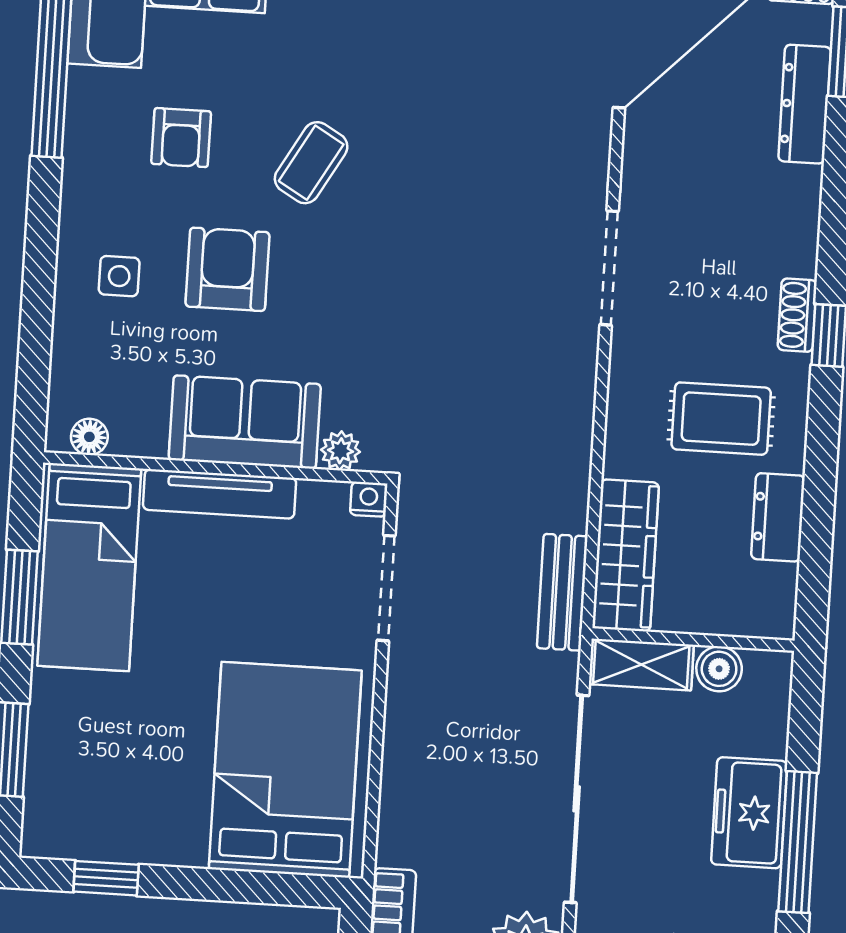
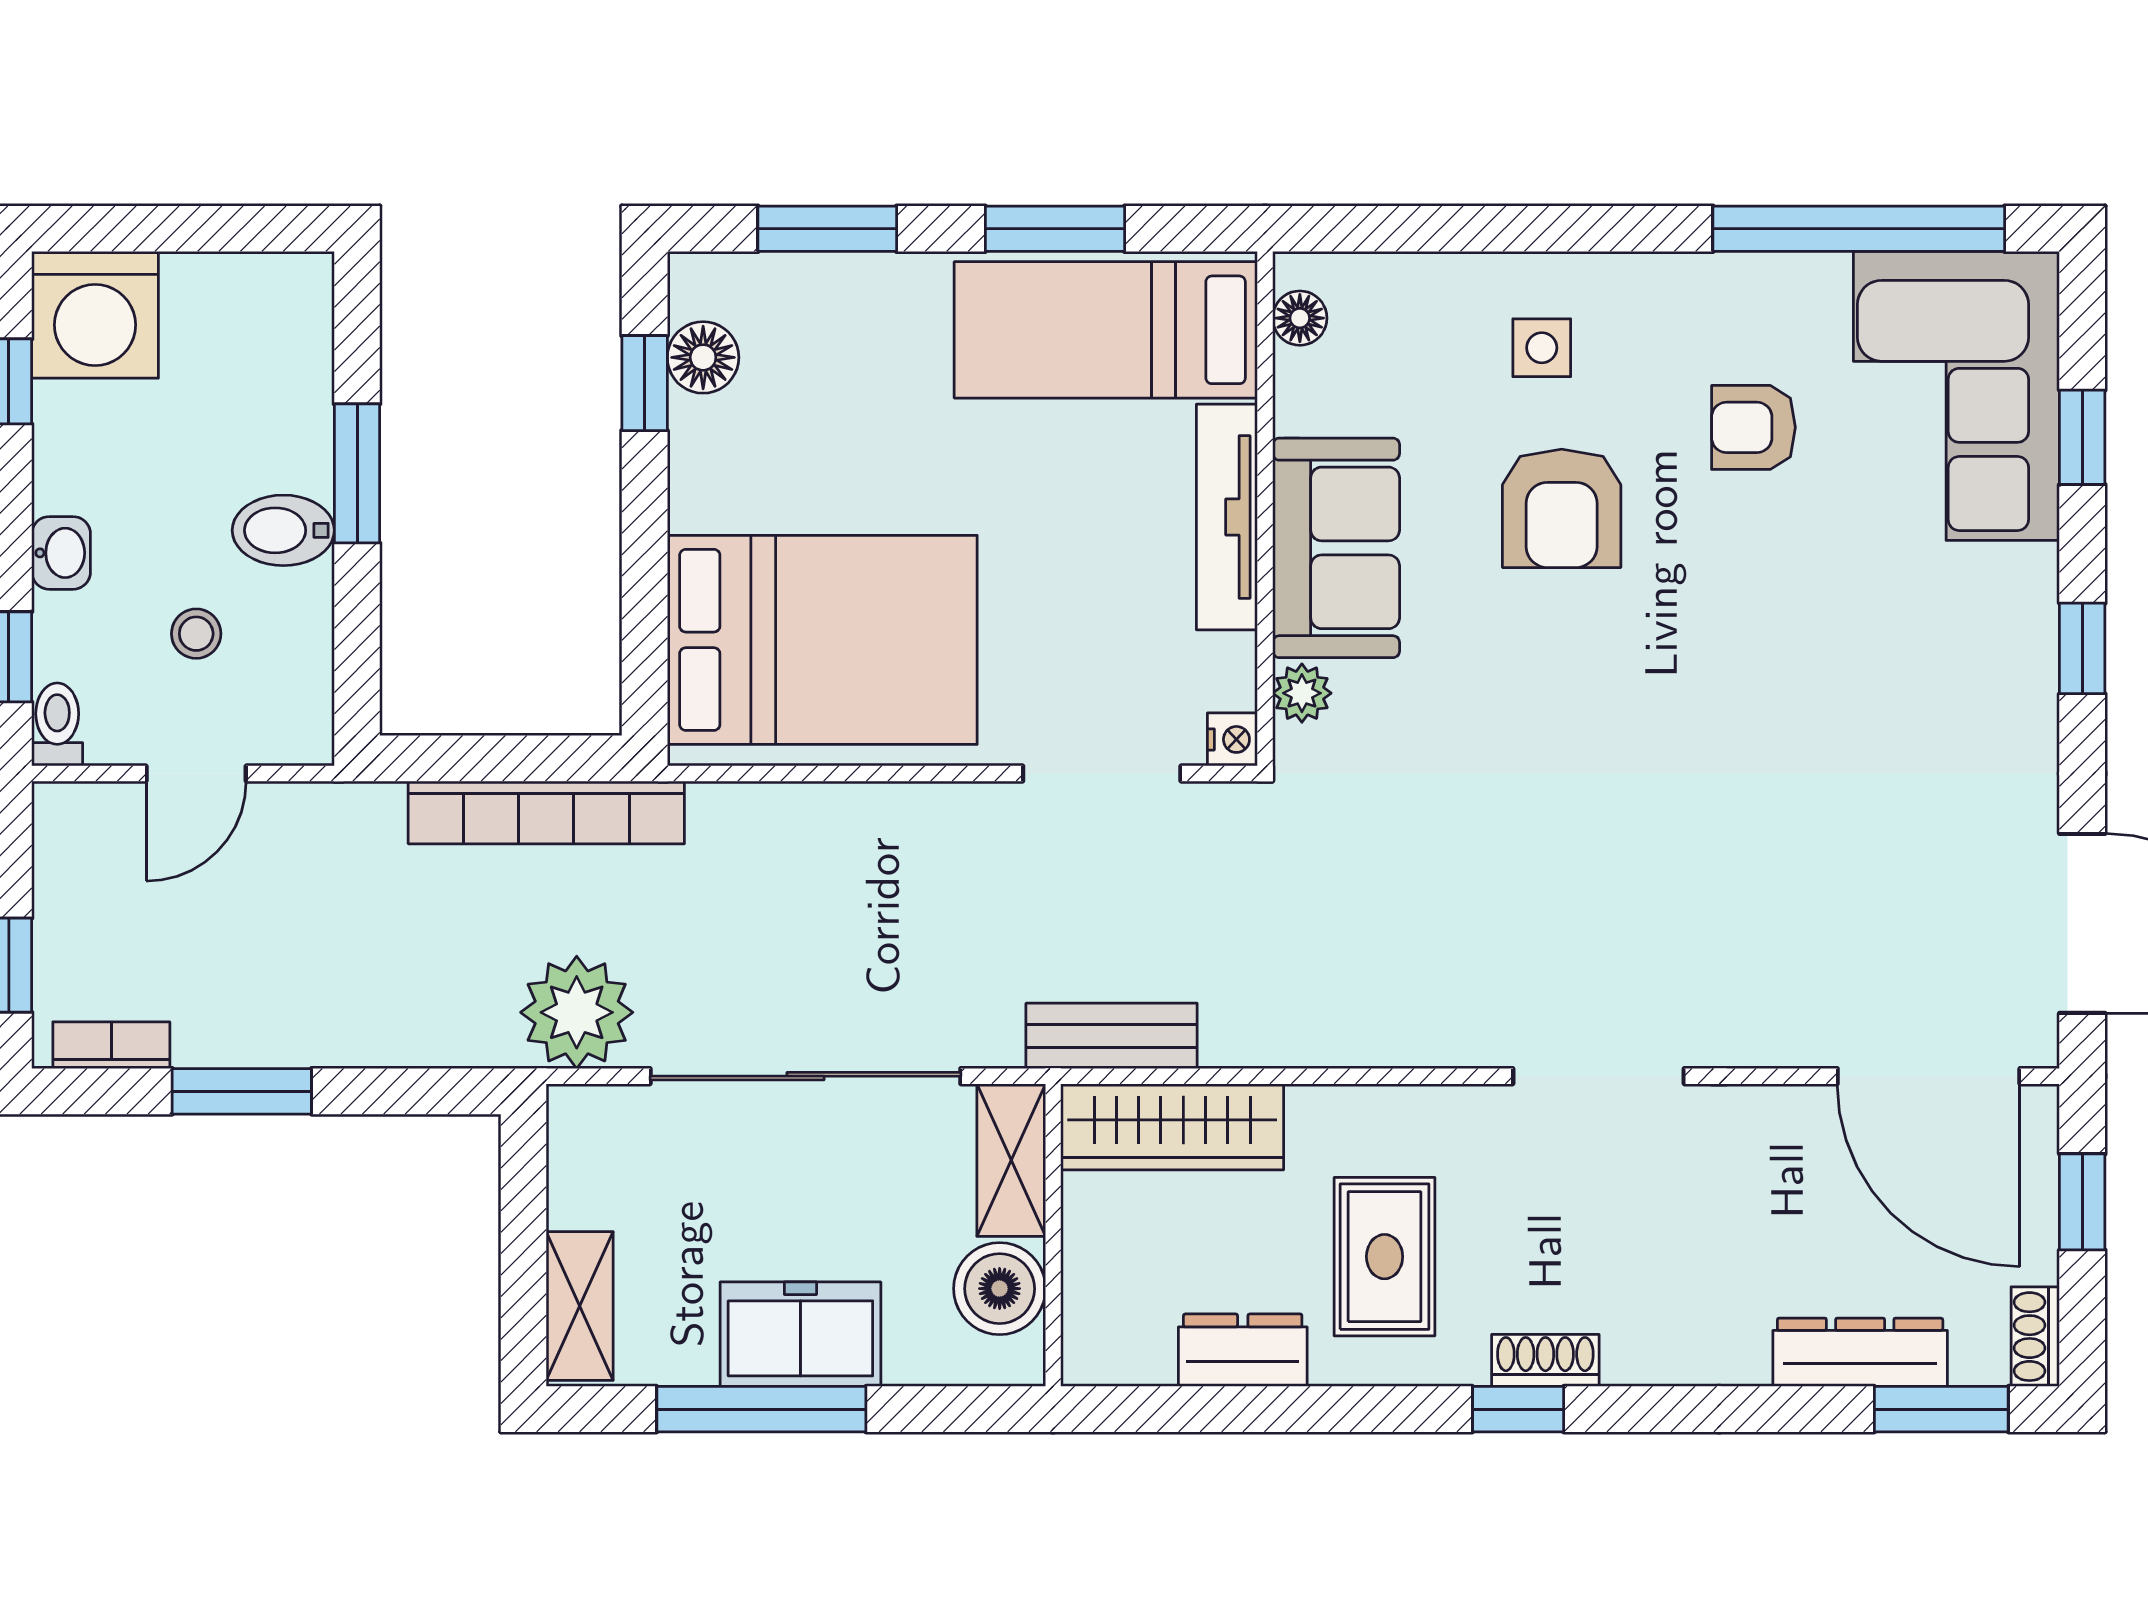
coffee table: (311, 163) -> (1728, 623), removed
armchair: (227, 269) -> (1562, 508), turned 90
boiler: (719, 669) -> (1000, 1289), width x1.36, depth x1.36
floor lamp: (91, 838) -> (703, 357), added

